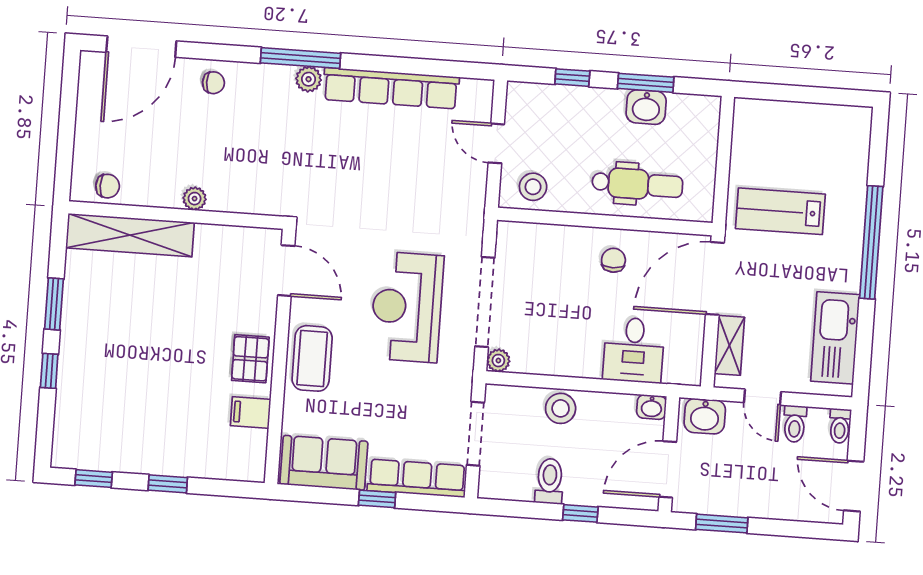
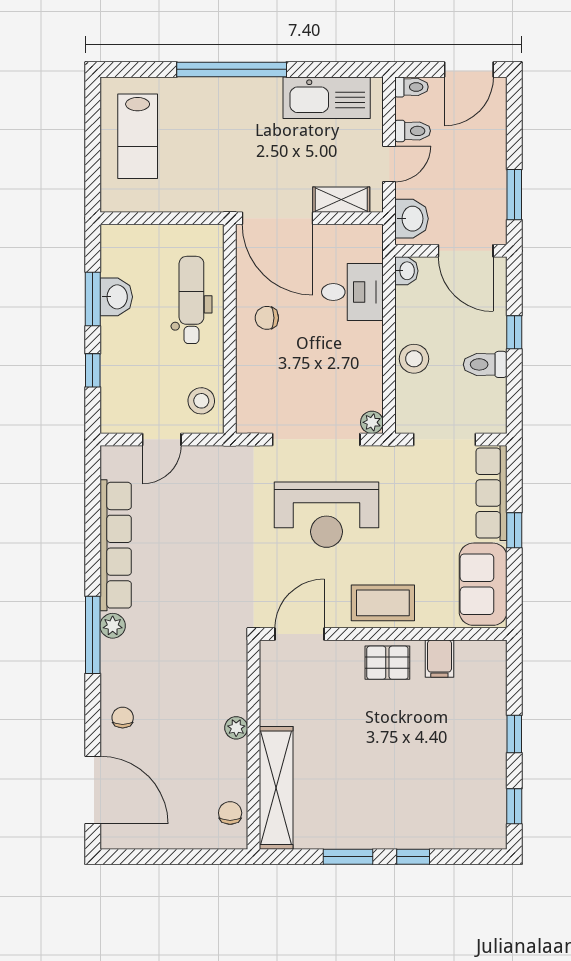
lab bench: (780, 211) -> (138, 136), moved

